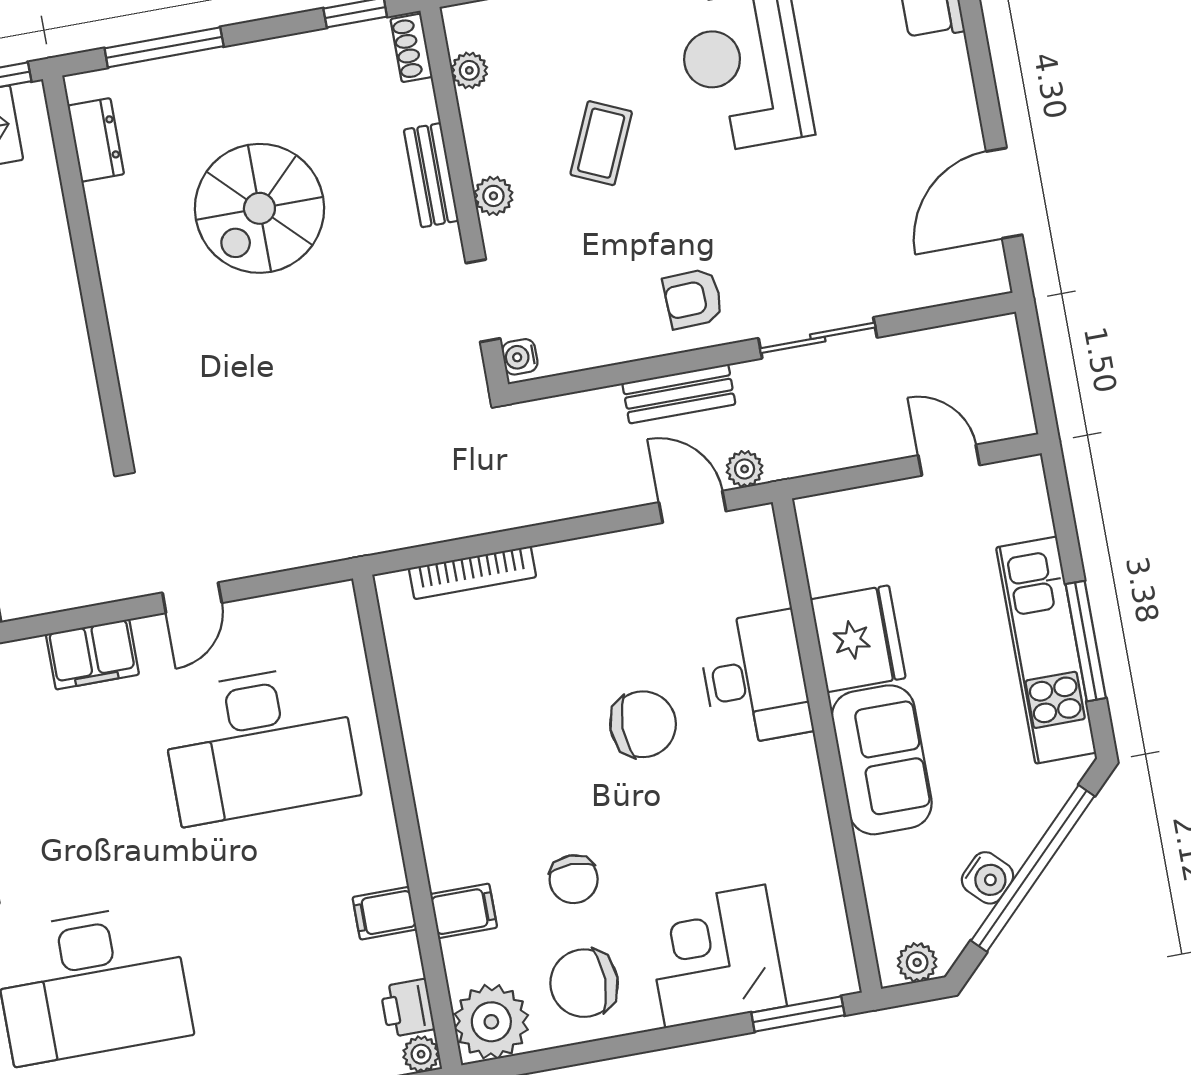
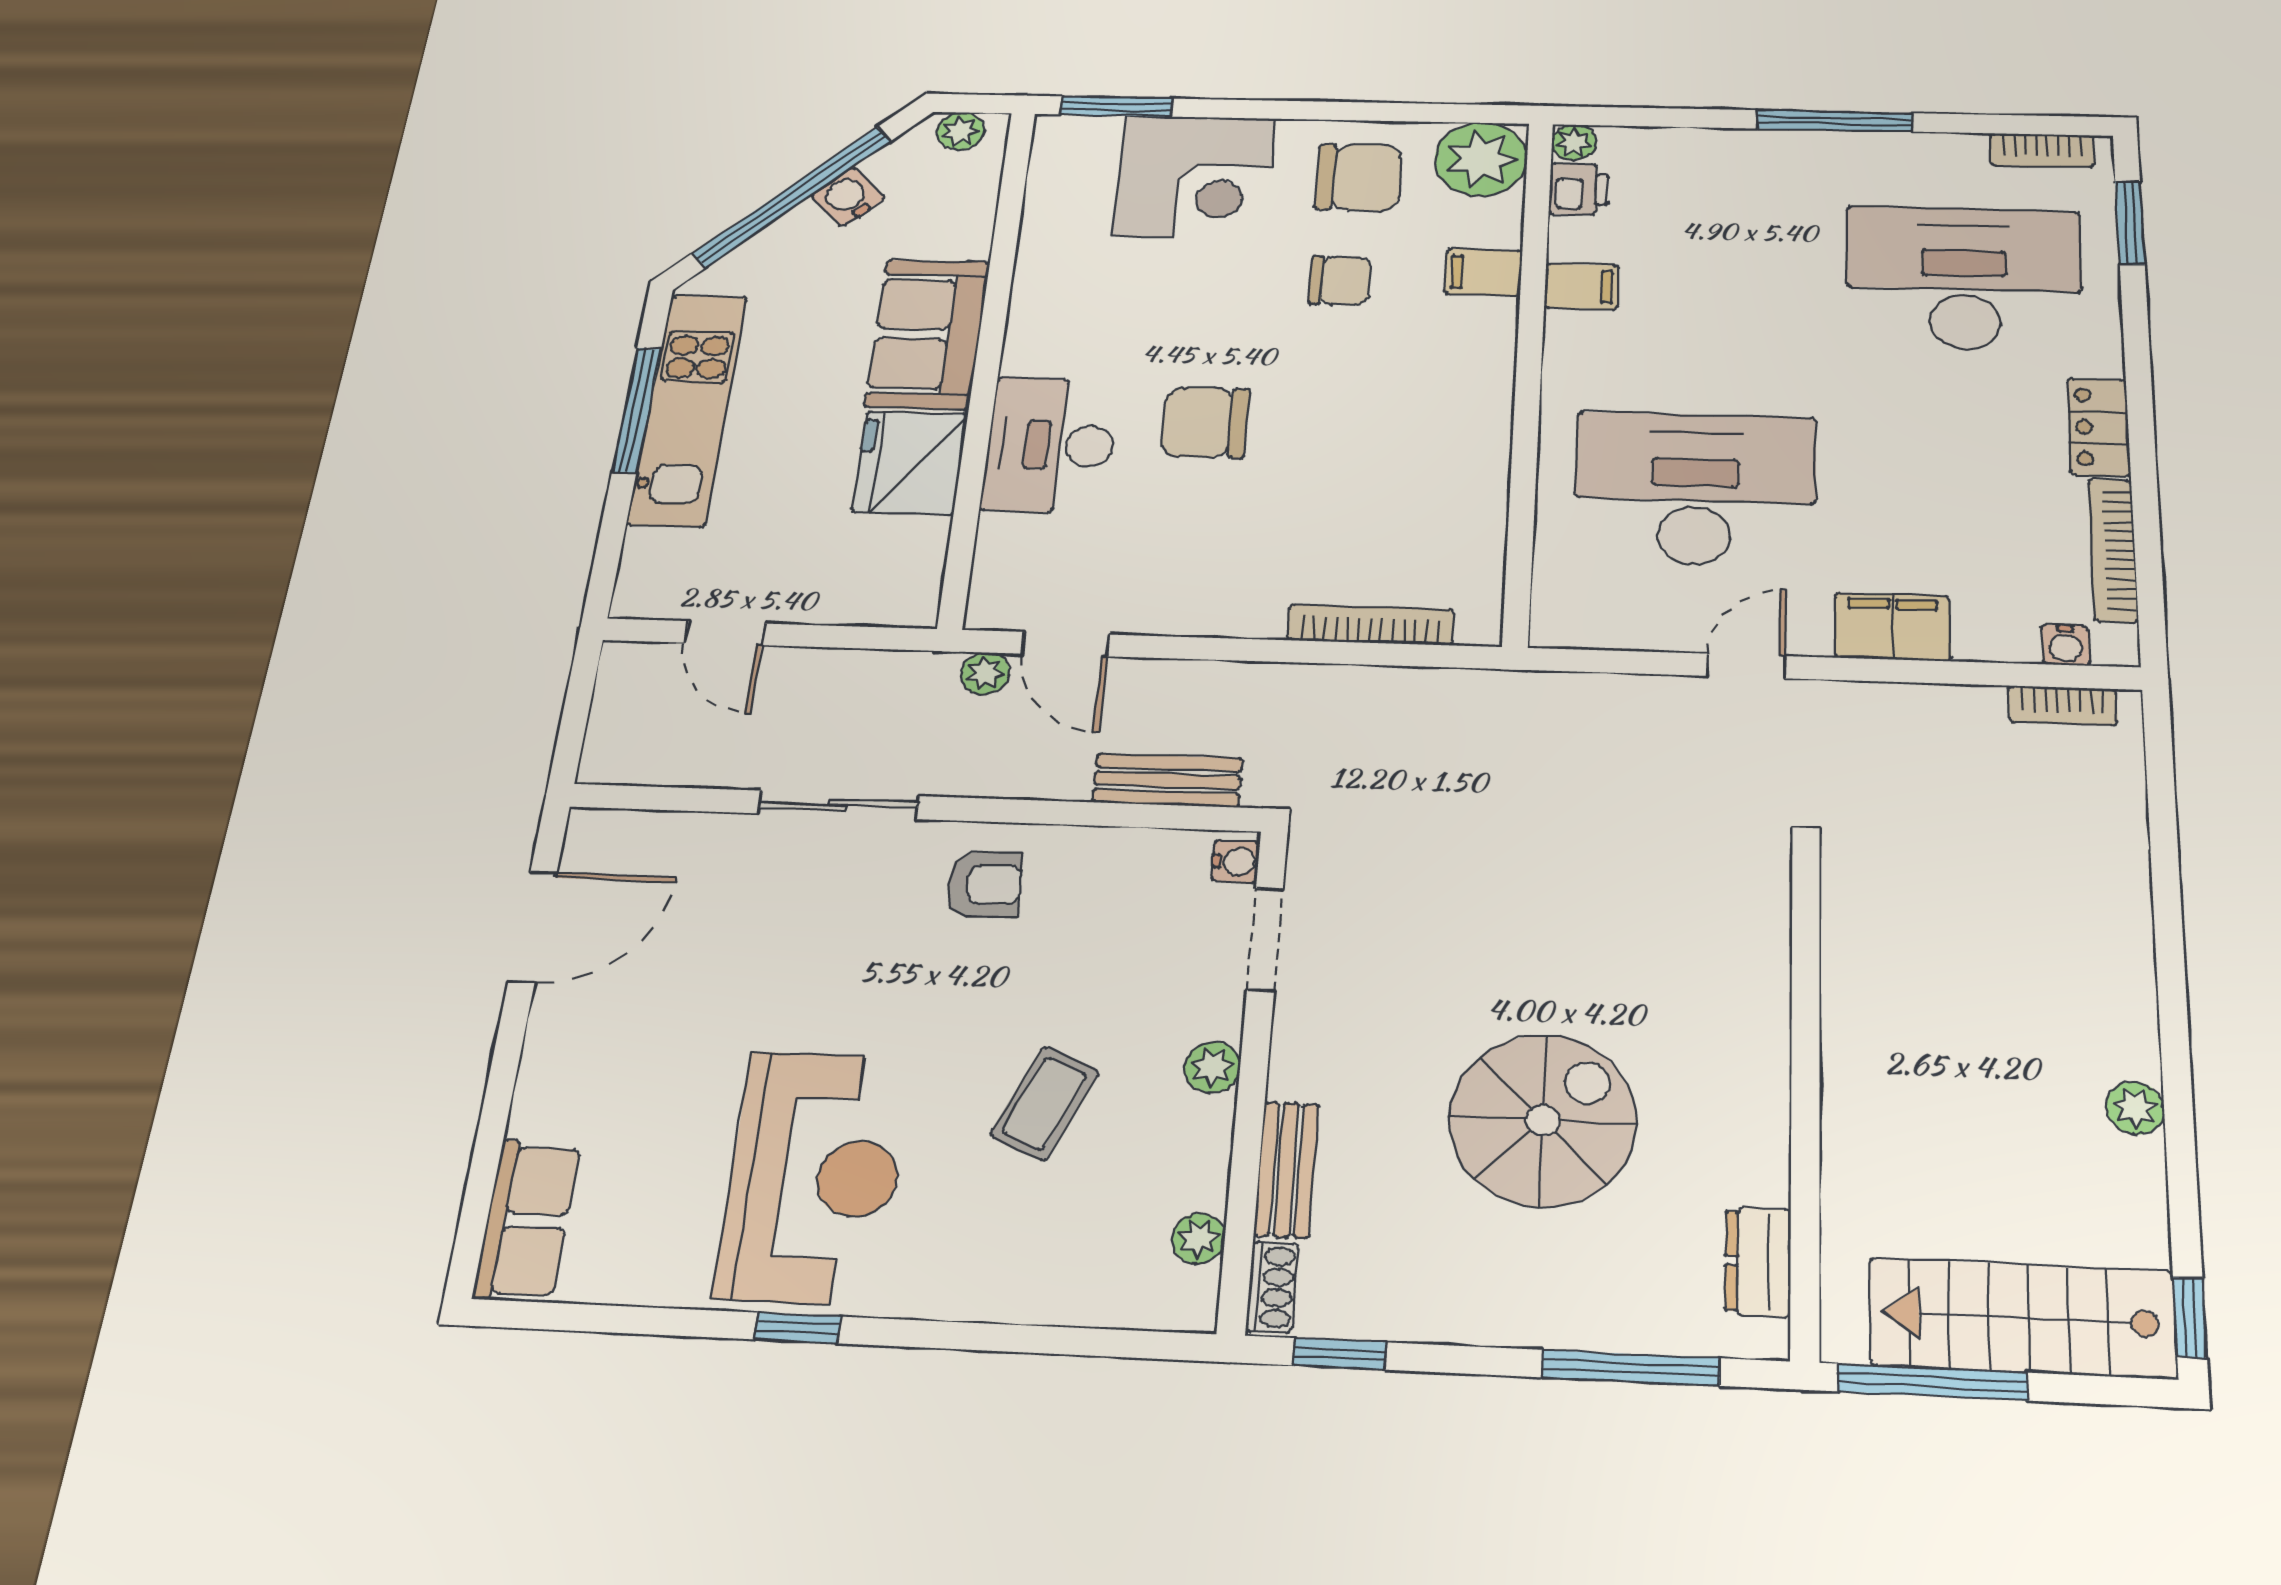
bench: (431, 175) -> (1286, 1170), moved
bench: (679, 394) -> (1168, 780), moved
chair: (574, 879) -> (1340, 281), turned 90

